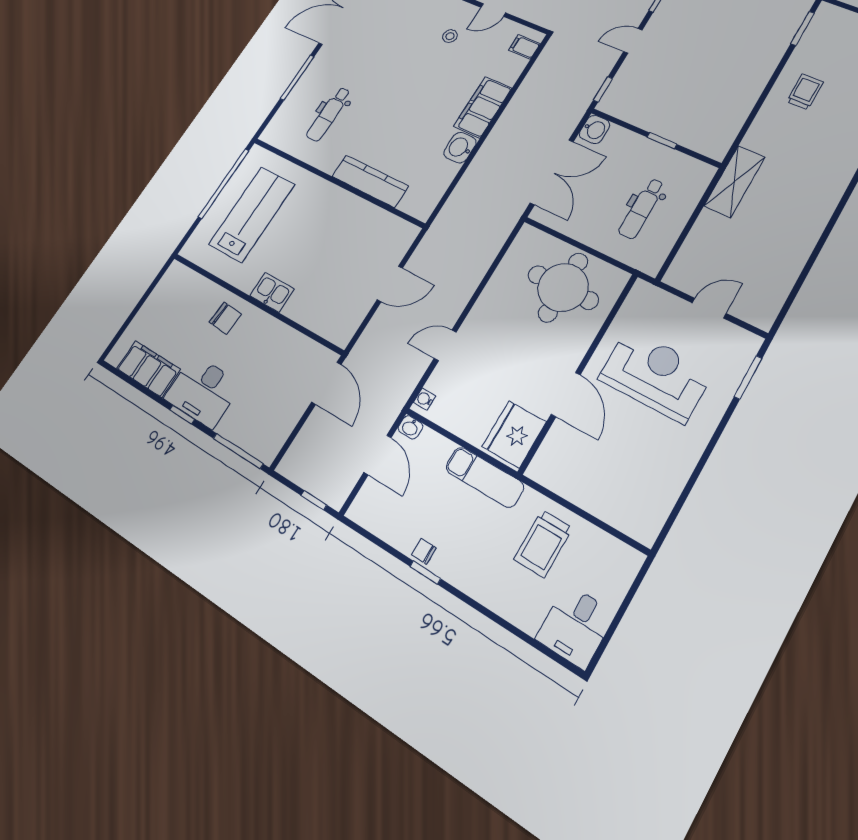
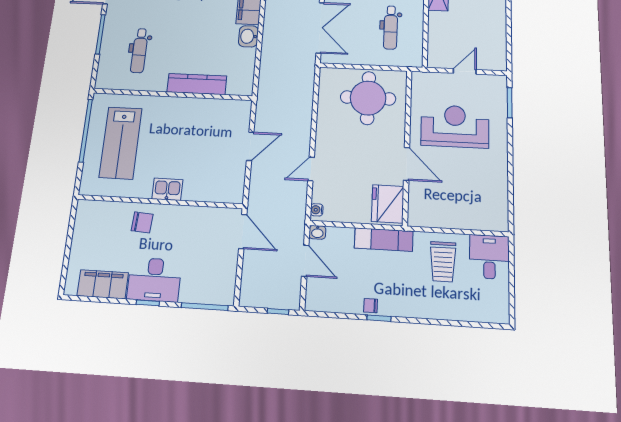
lab bench: (252, 214) -> (121, 143), turned 180
desk: (575, 626) -> (489, 257), moved, turned 180

